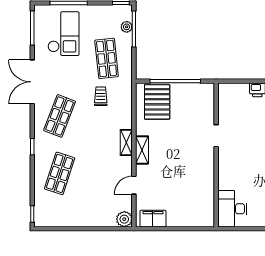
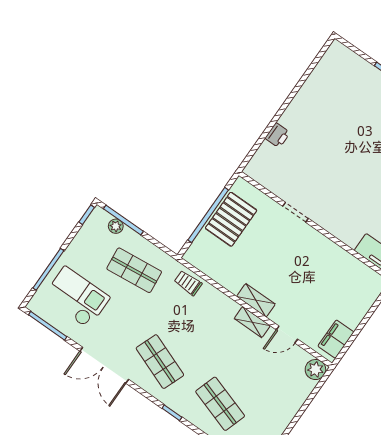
trolley: (101, 96) -> (188, 283), moved
pallet: (157, 102) -> (231, 219), moved, turned 90
shelving: (126, 142) -> (252, 322), moved
door: (134, 185) -> (287, 335), hinge flipped

